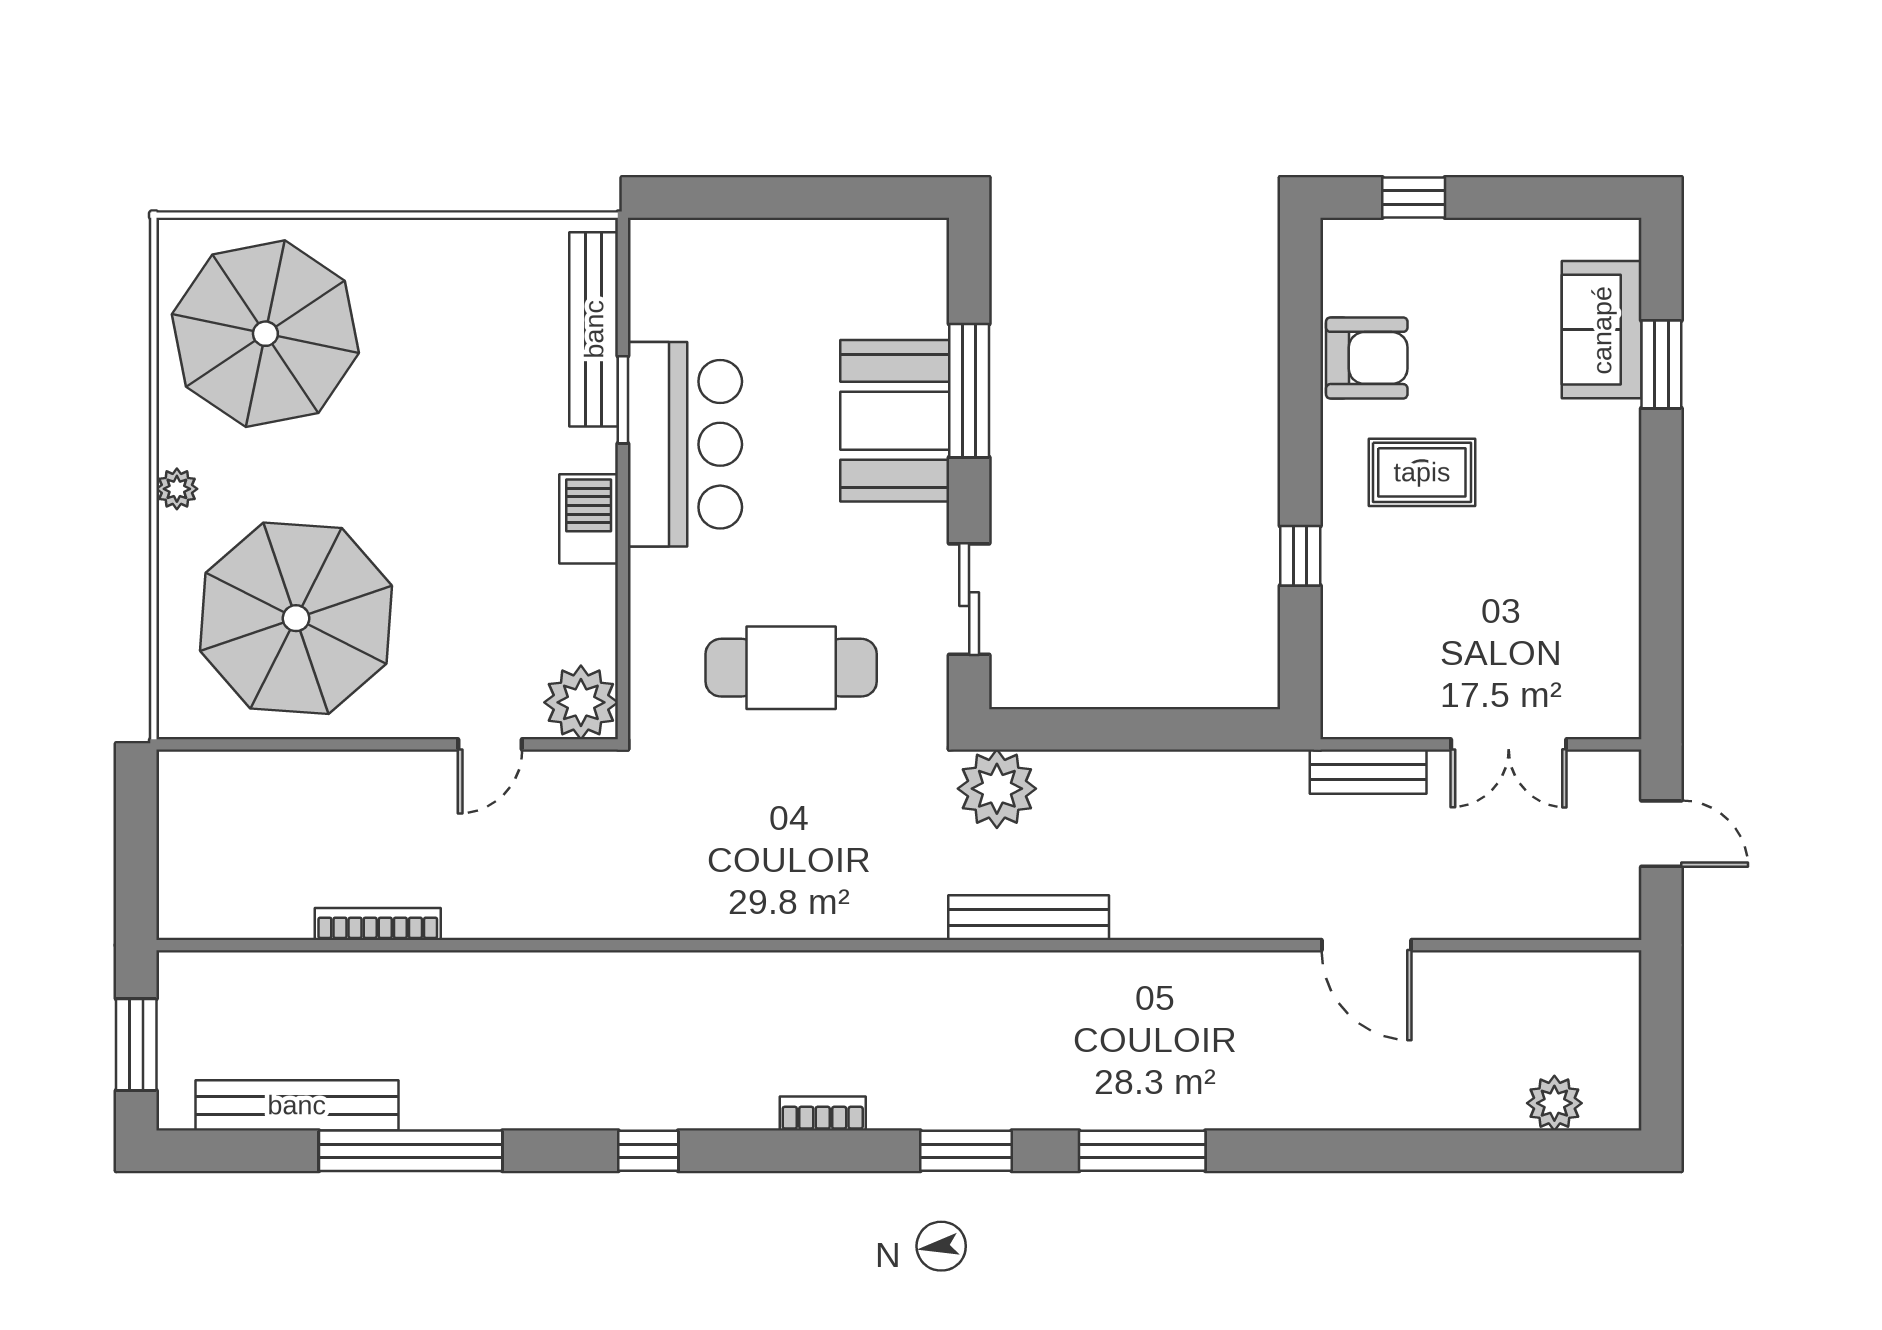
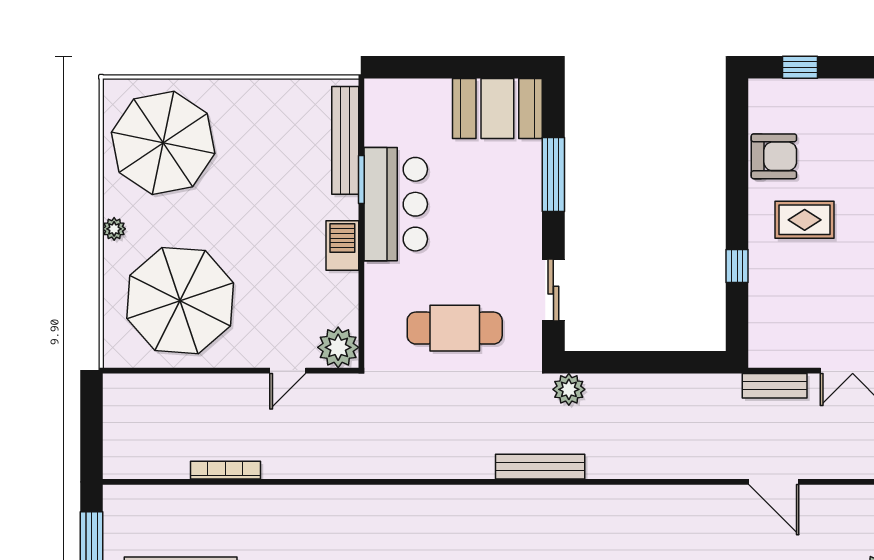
booth: (895, 421) -> (497, 109), moved, turned 90
plant: (997, 789) -> (569, 389), width x0.73, depth x0.73
bench: (1029, 918) -> (540, 467), moved

